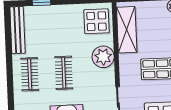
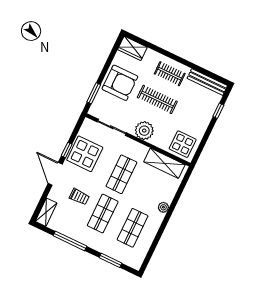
plant: (103, 57) -> (144, 131), moved
clothes rail: (64, 73) -> (157, 99), width x1.36

